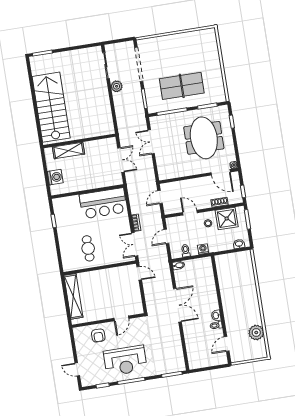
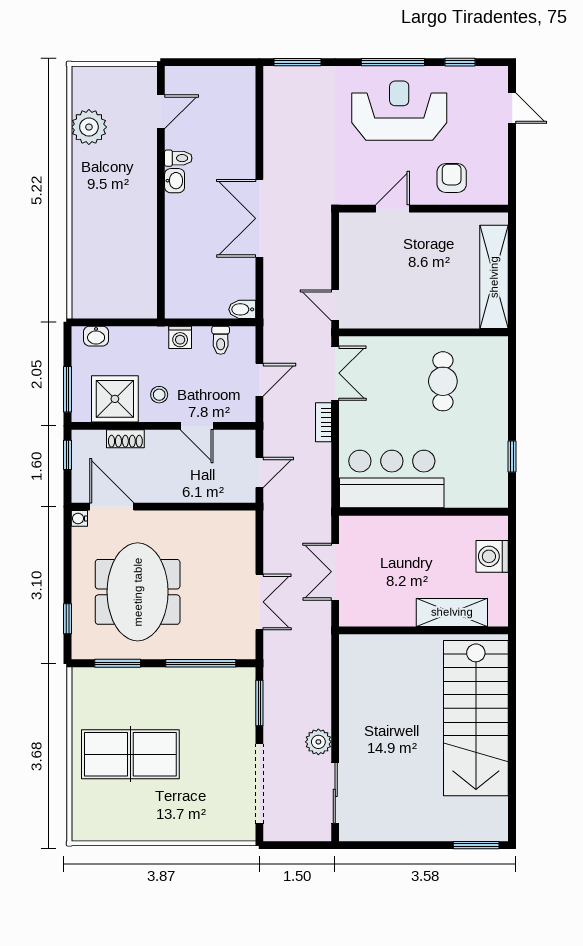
table tennis table: (182, 86) -> (130, 754), moved

